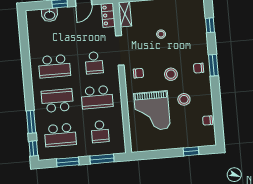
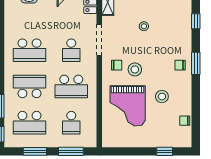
stool: (171, 74) -> (135, 69), moved

